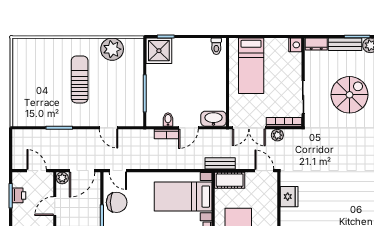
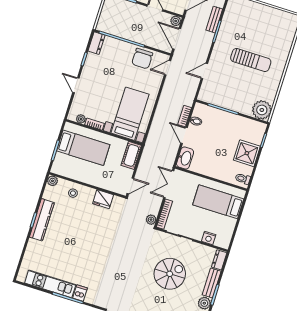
nightstand: (295, 45) -> (209, 238), moved
plant: (112, 49) -> (262, 110), moved
shower: (159, 51) -> (247, 153), moved
spiral stairs: (350, 95) -> (170, 274), turned -90
plant: (277, 135) -> (151, 220), moved
bench: (220, 163) -> (214, 20), moved

